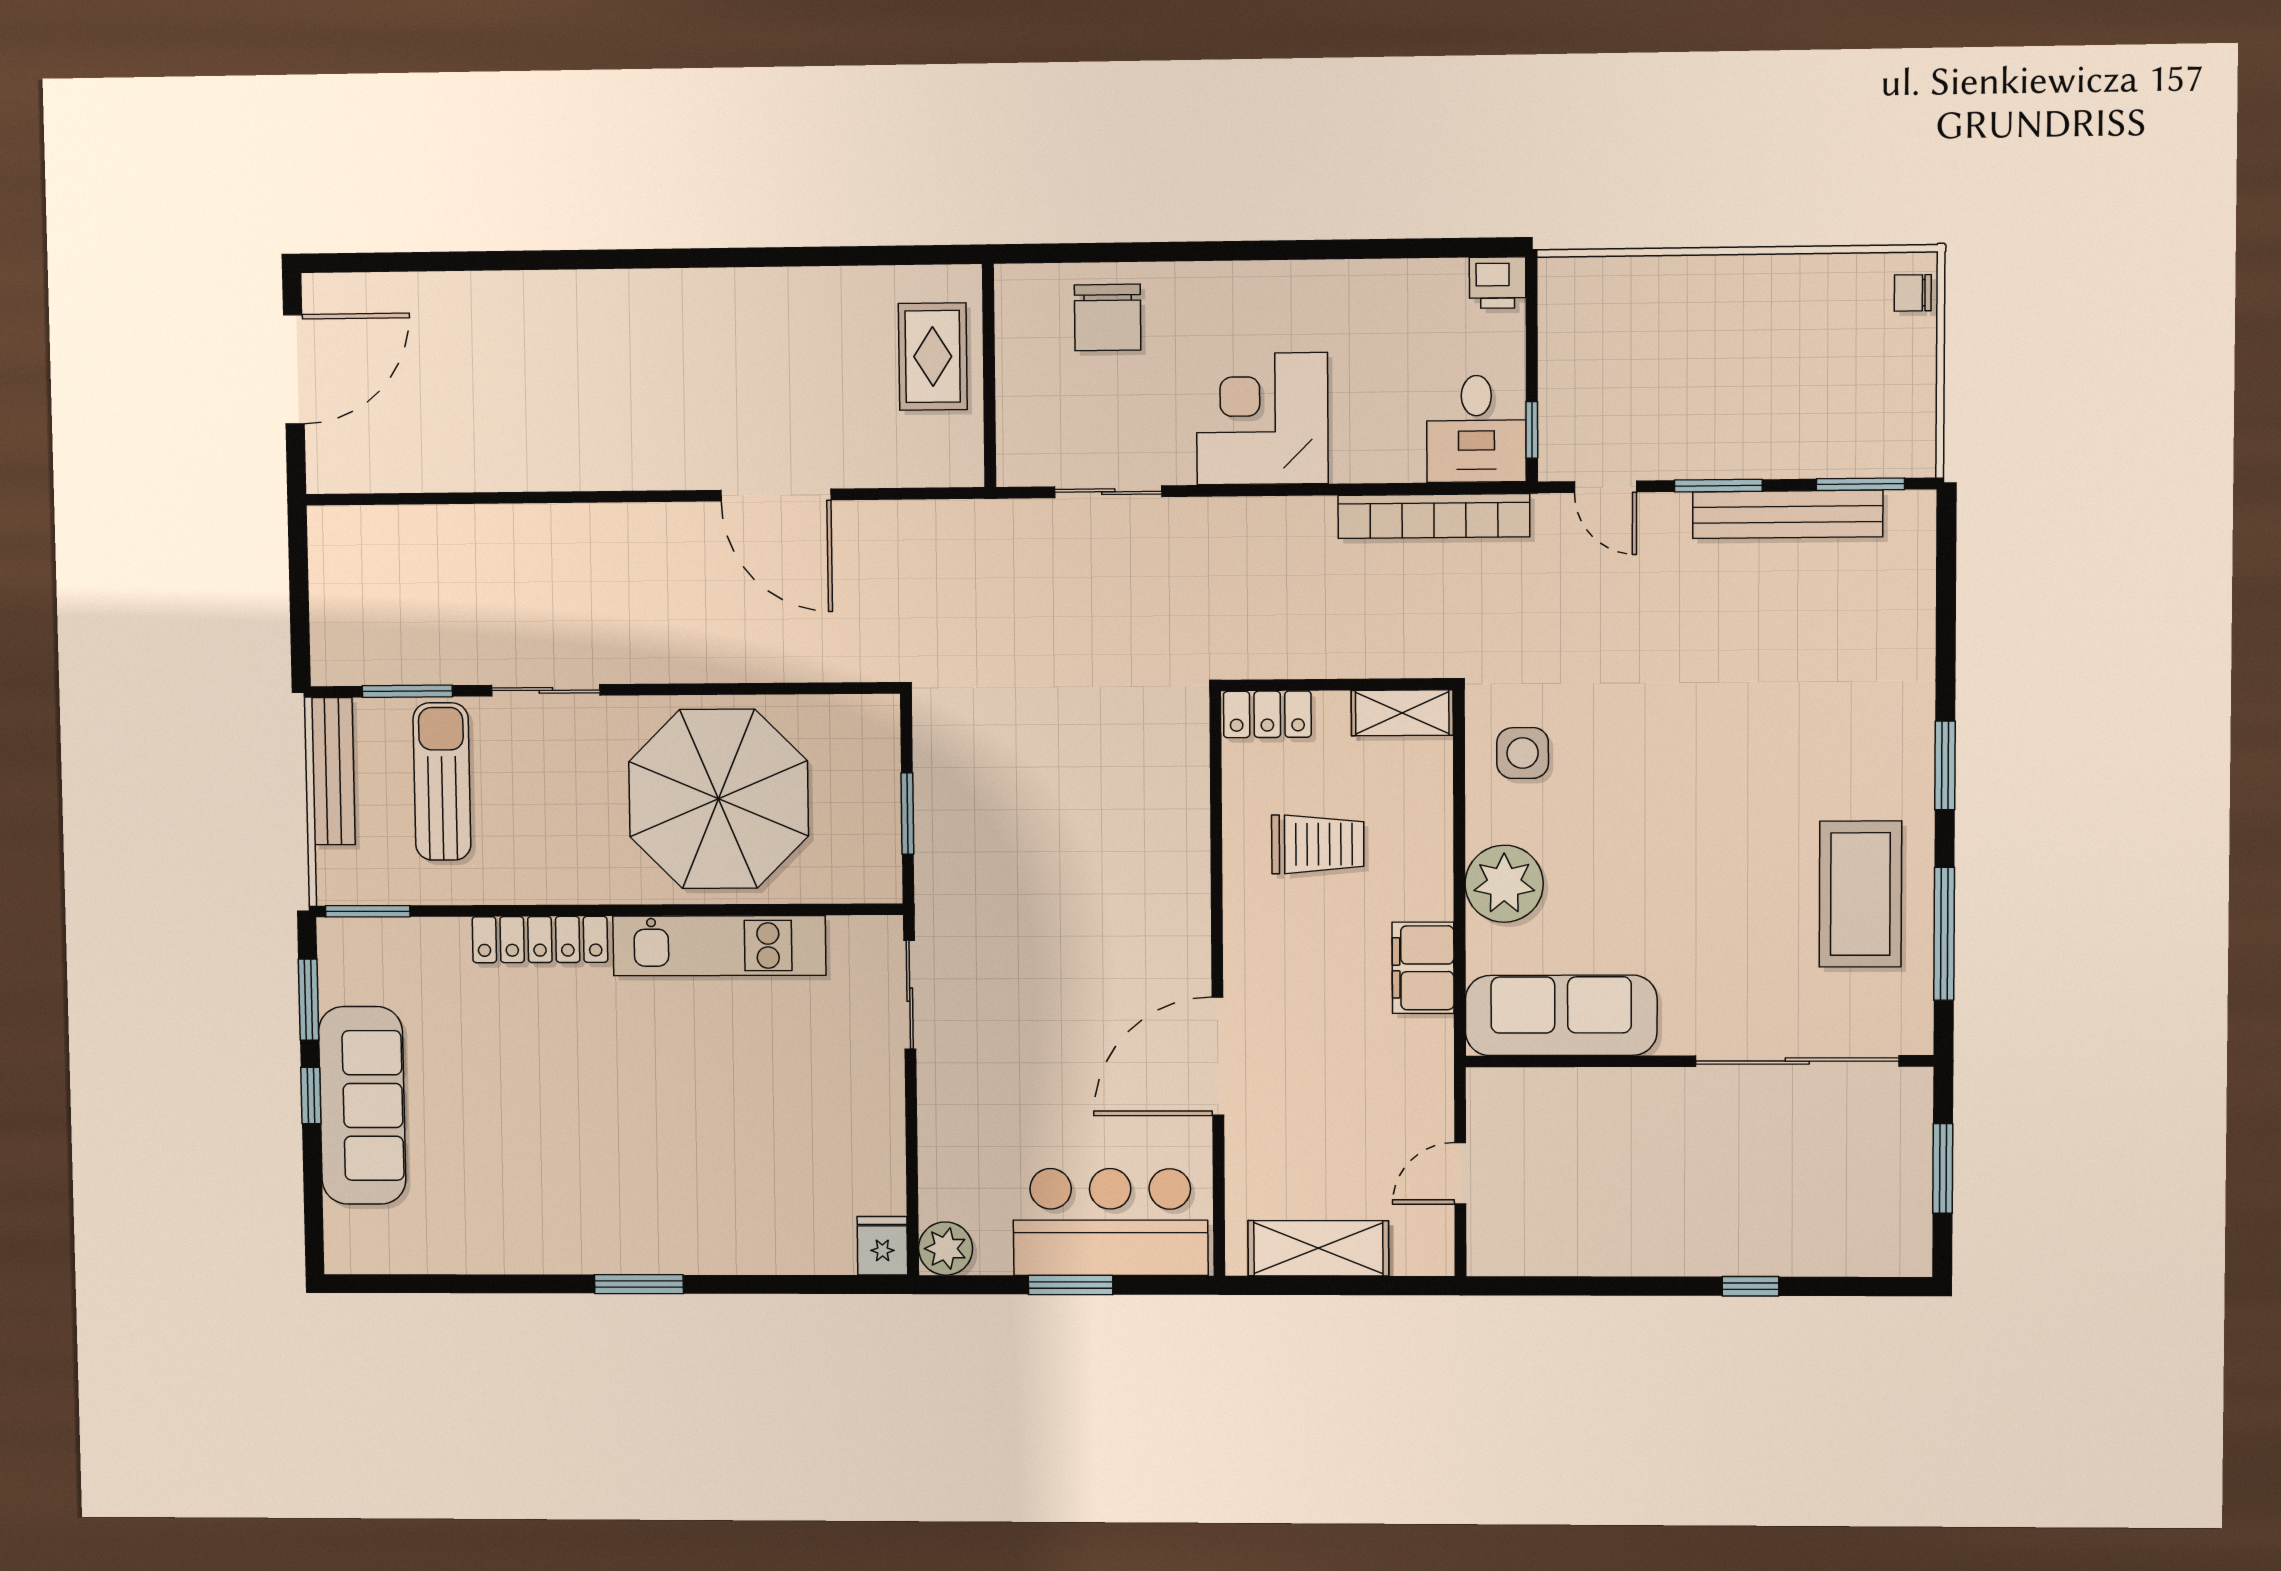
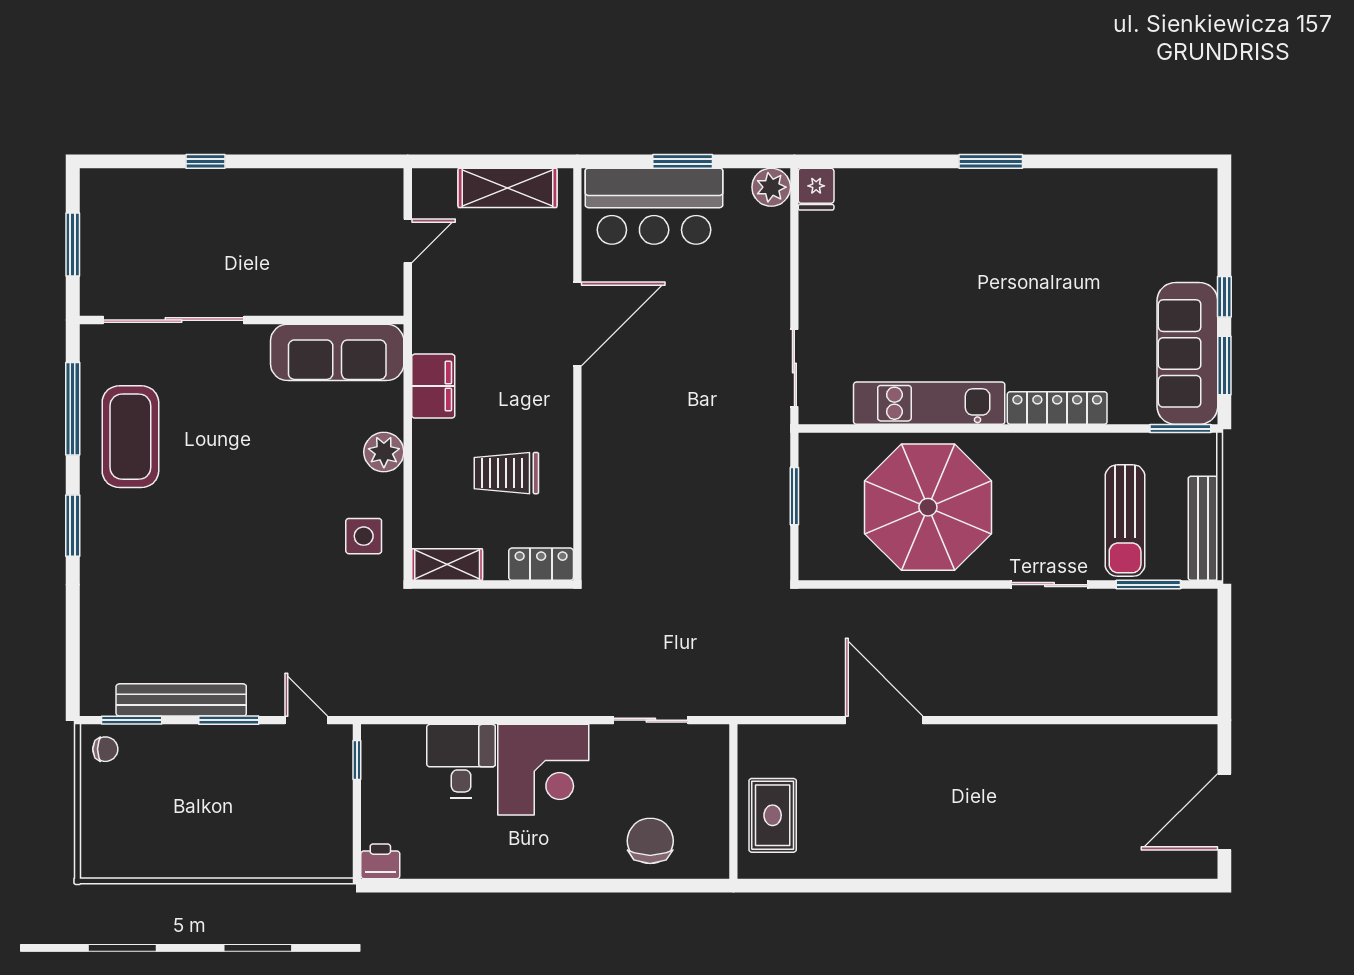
chair: (1913, 293) -> (105, 749), moved
desk: (1476, 429) -> (461, 761), moved
bookcase: (1434, 516) -> (425, 701), removed
plant: (1504, 884) -> (384, 452), width x0.73, depth x0.73
sofa: (362, 1105) -> (1187, 353), moved

